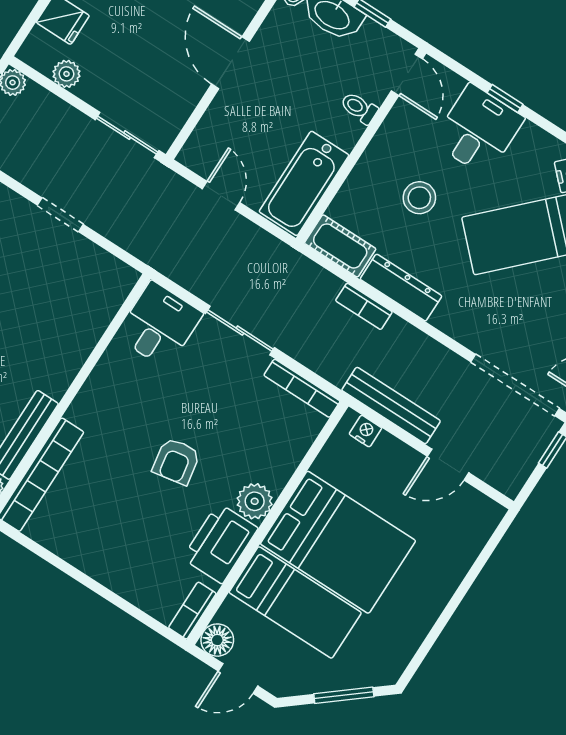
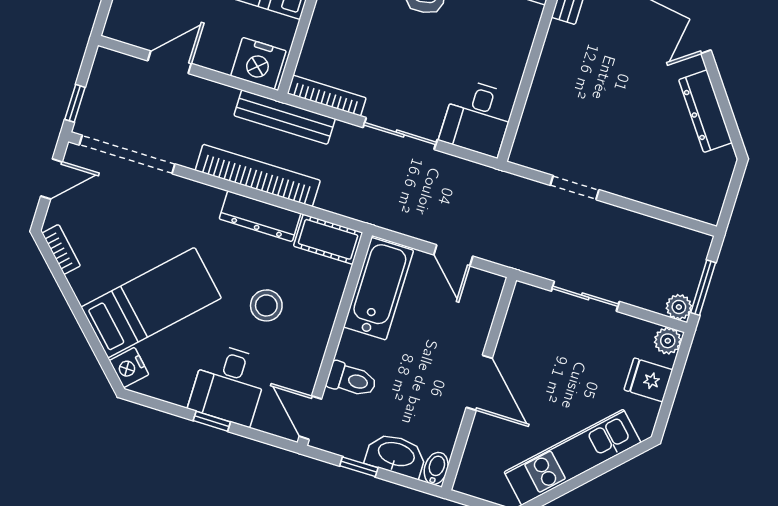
plant: (66, 74) -> (668, 341), moved
toilet: (359, 108) -> (352, 380), width x1.37, depth x1.39
sliding door: (127, 135) -> (585, 296), moved
doorway: (60, 215) -> (575, 188), moved
bookcase: (364, 306) -> (258, 175), width x2.31, depth x1.31
bench: (391, 406) -> (285, 117), moved
nightstand: (365, 431) -> (258, 63), width x1.89, depth x1.79

